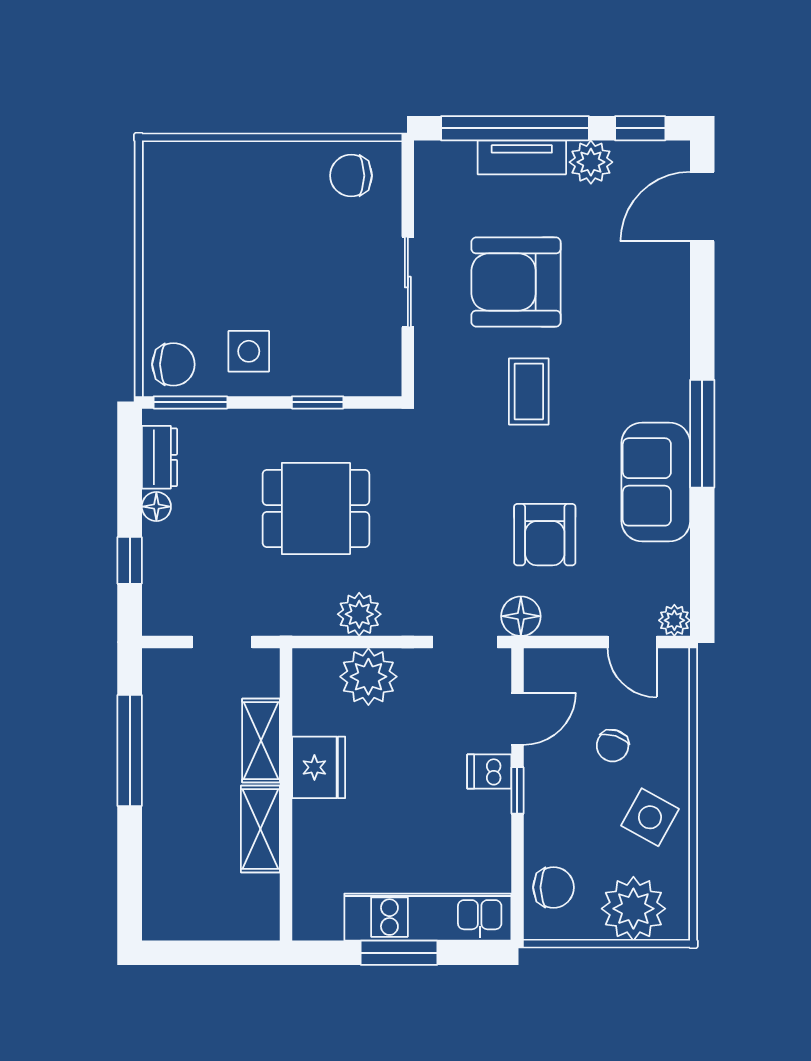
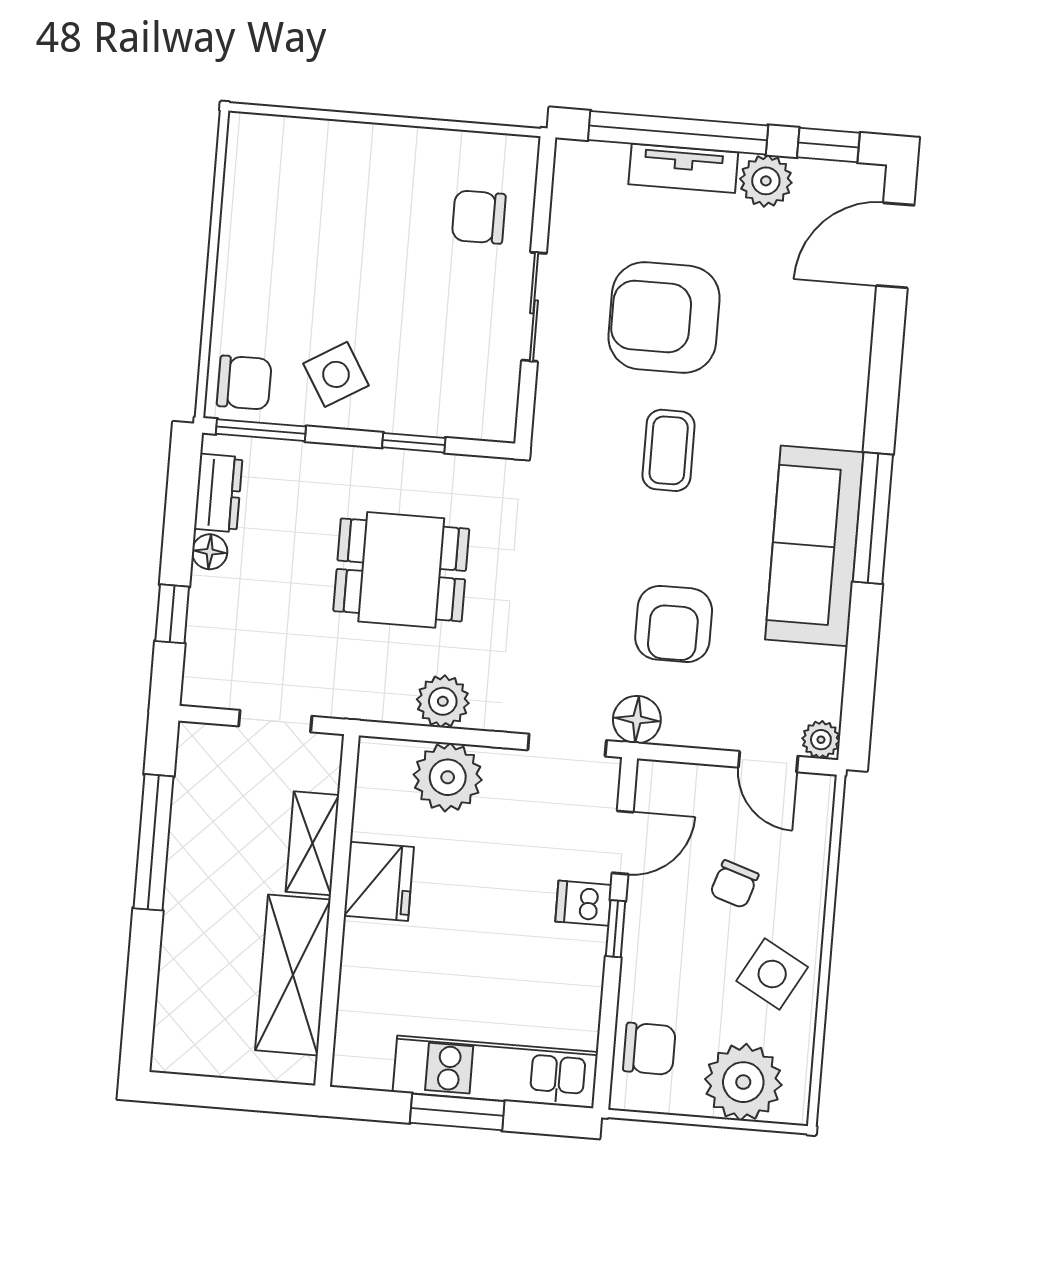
chair: (351, 176) -> (479, 217), moved
side table: (249, 351) -> (336, 374), turned -31
sofa: (656, 482) -> (814, 546), width x1.36
shelving: (260, 829) -> (293, 975), width x1.50, depth x1.33

